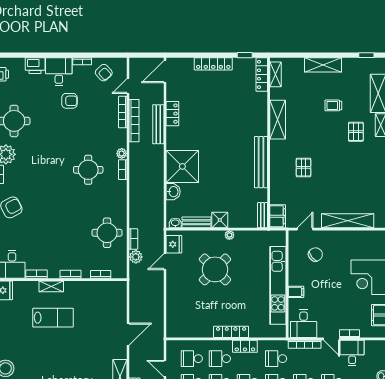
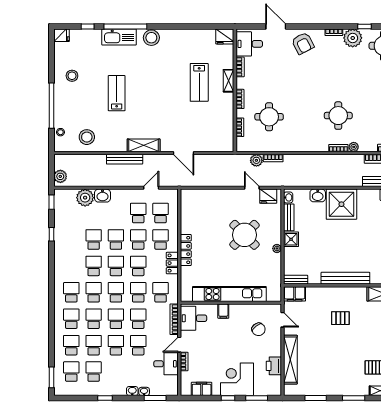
round table: (107, 233) -> (269, 117), moved
printer: (354, 238) -> (274, 366), added

